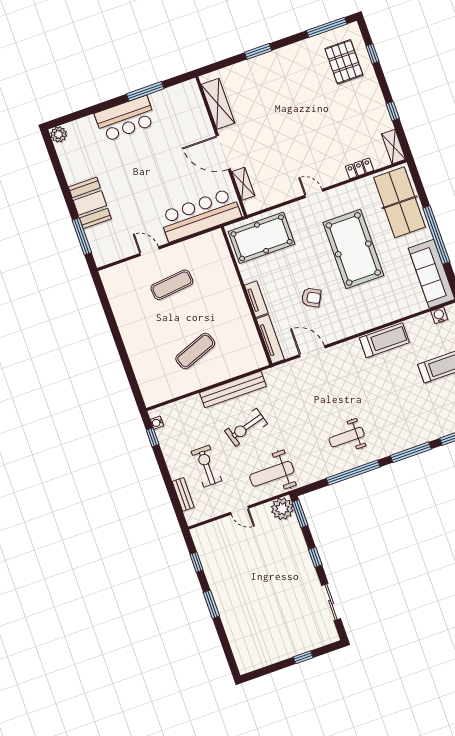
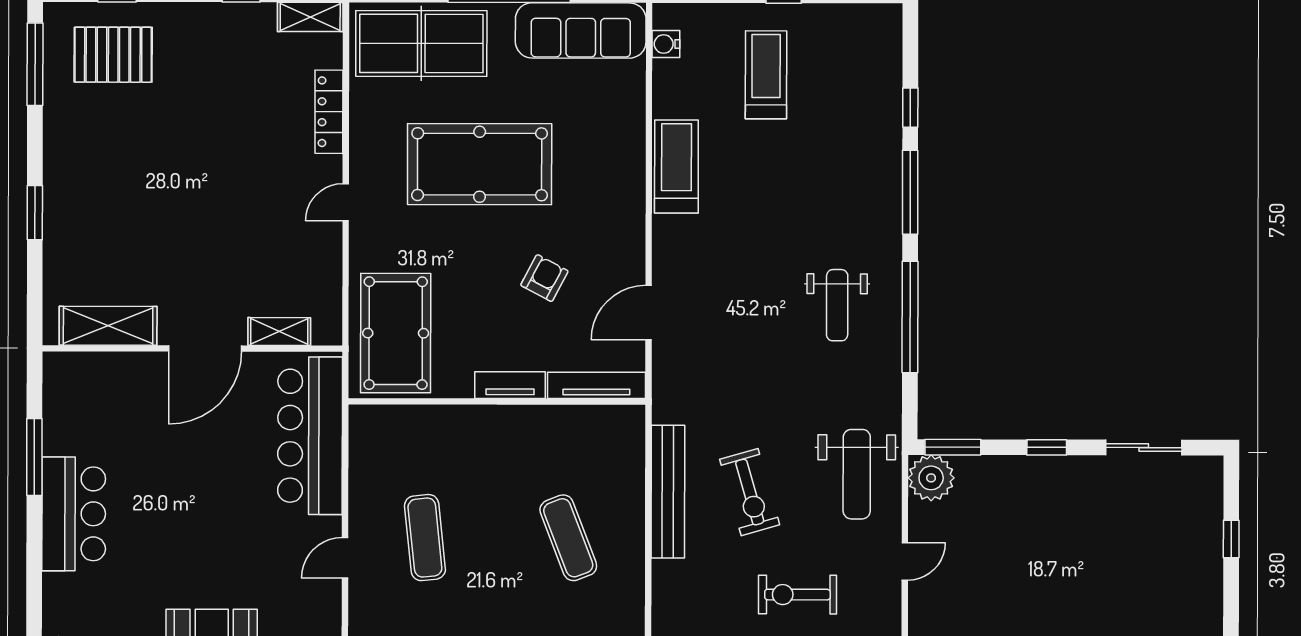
locker: (359, 168) -> (329, 112), width x1.53

